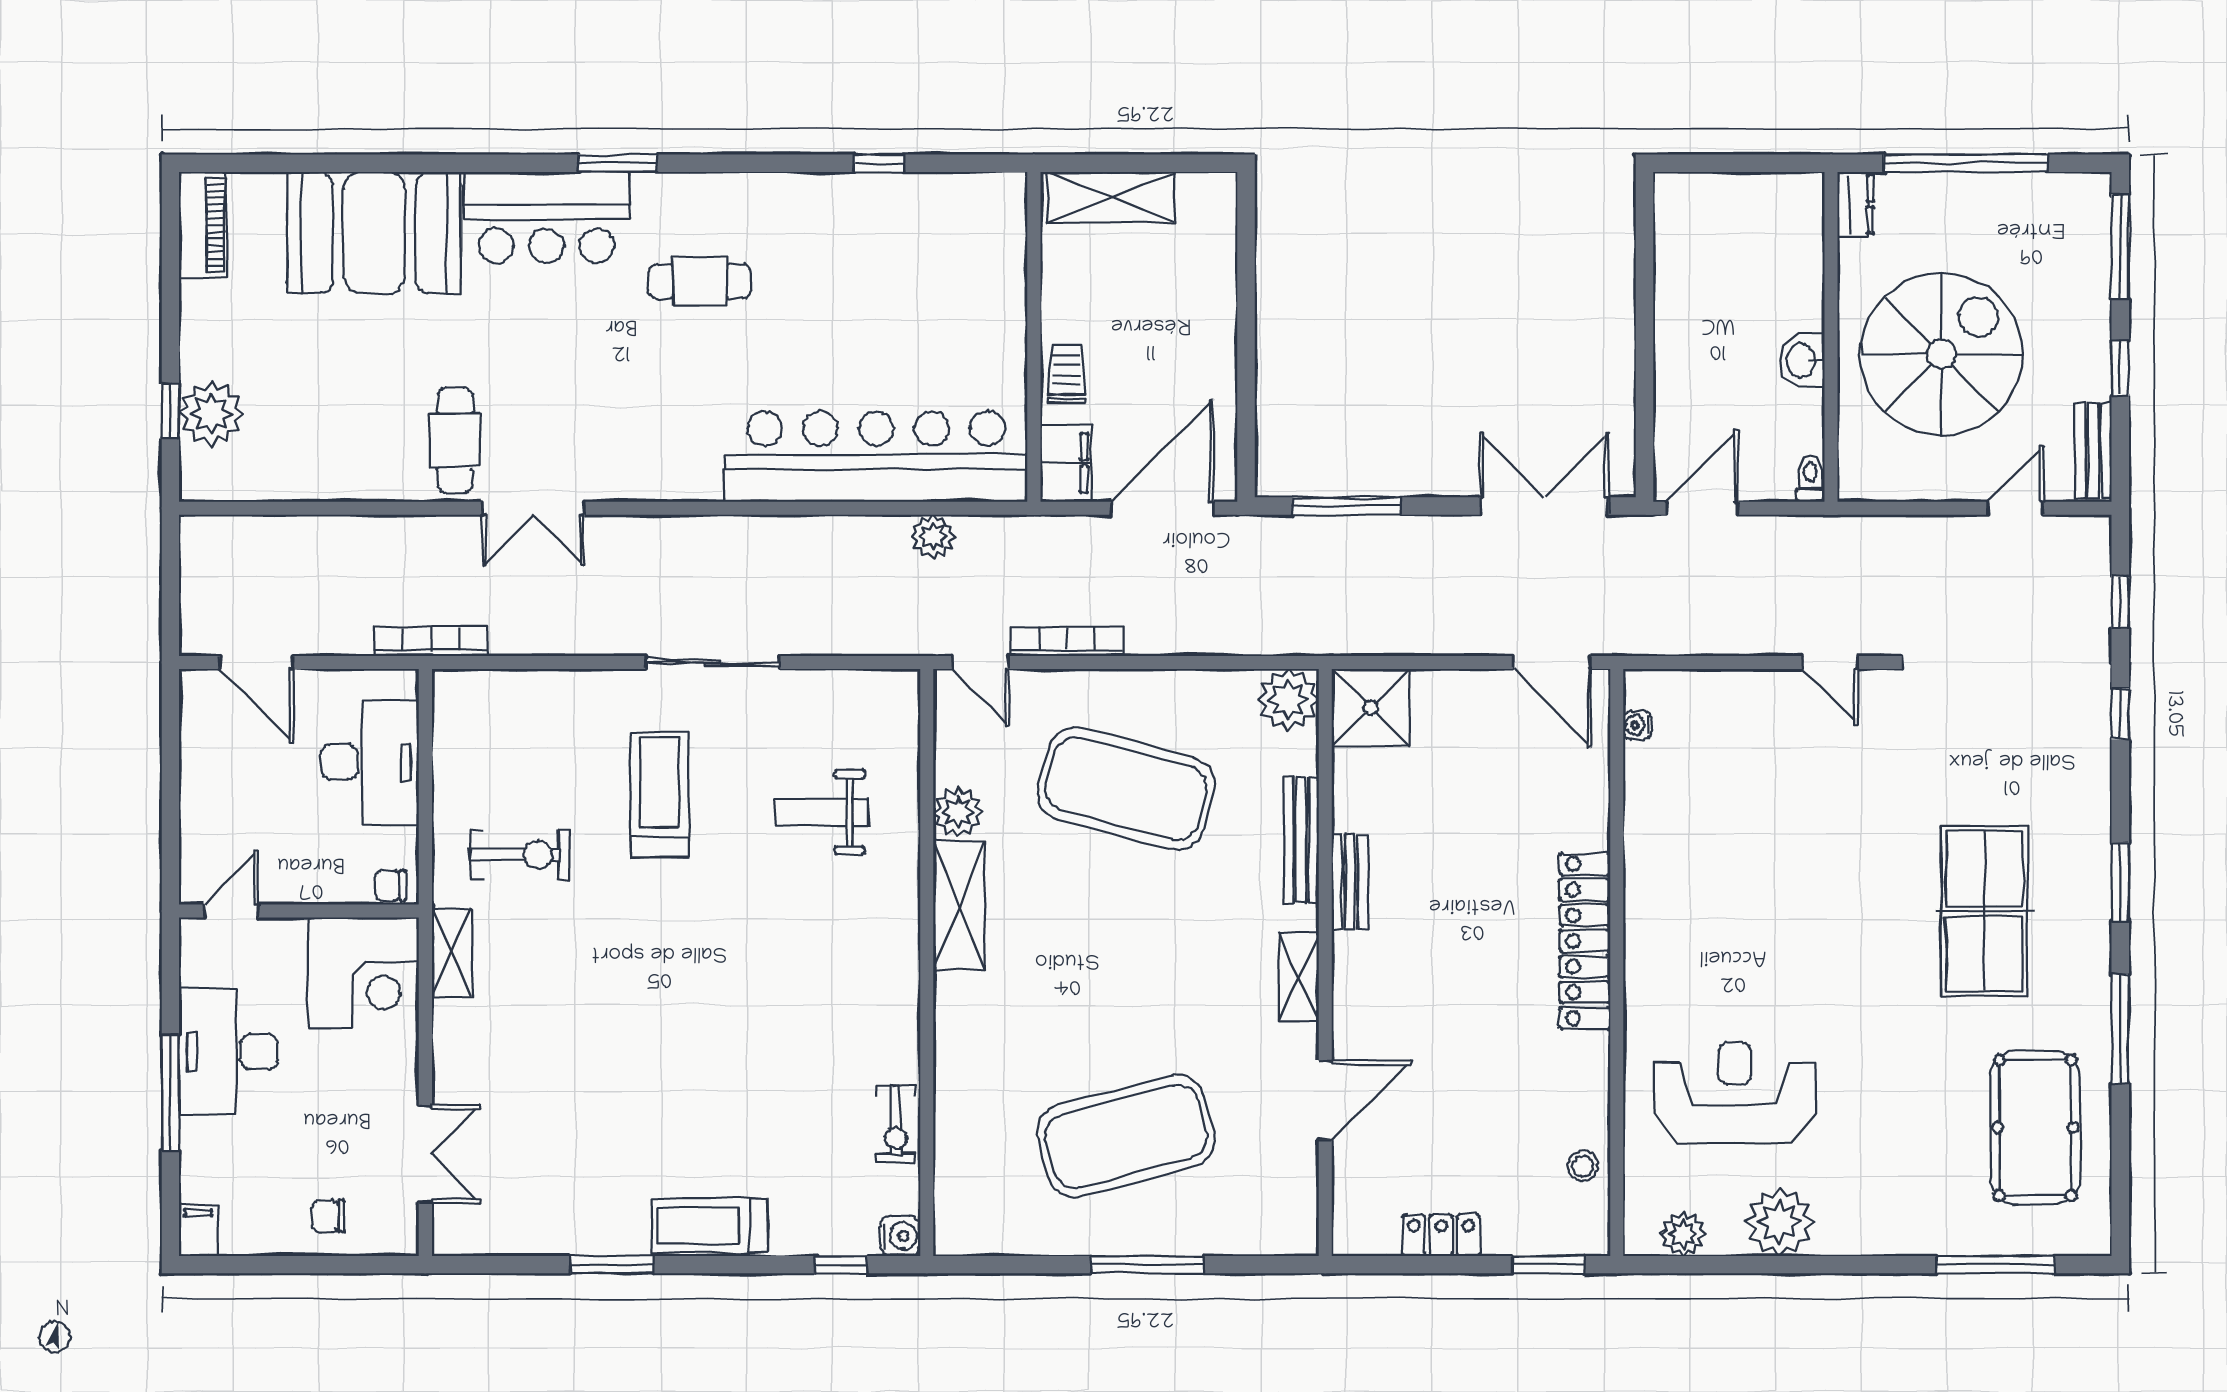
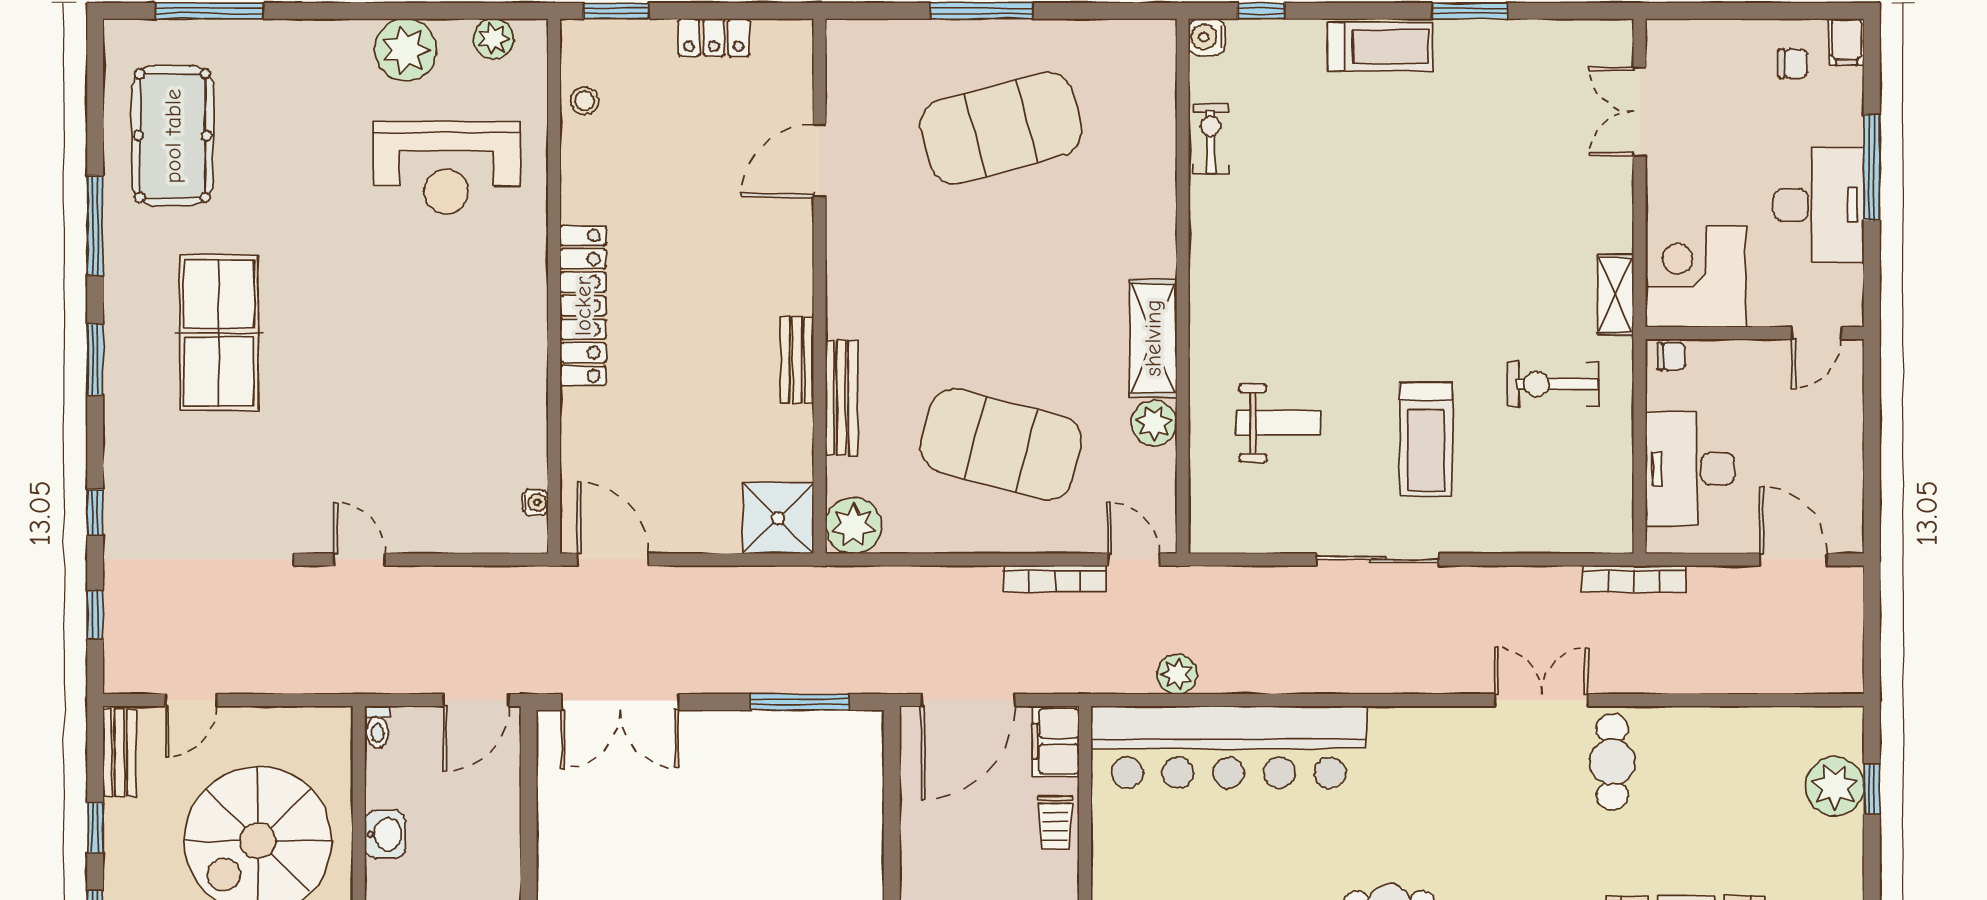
shelving: (1299, 977) -> (844, 273), removed
chair: (329, 1216) -> (1793, 63), moved

